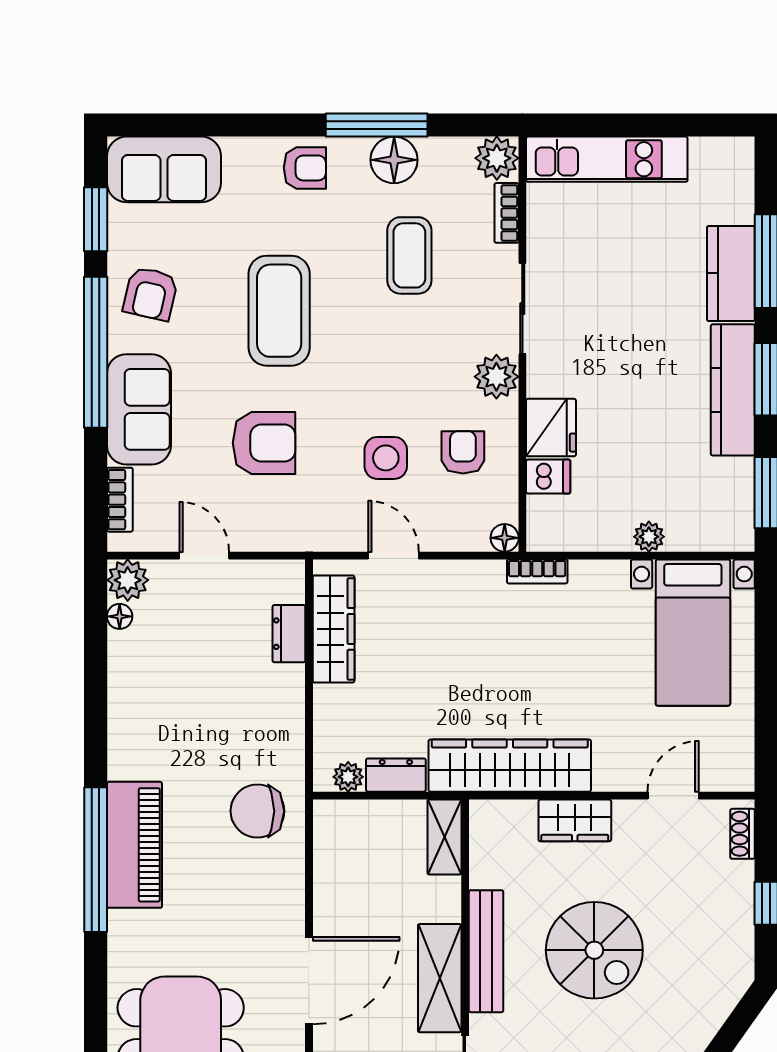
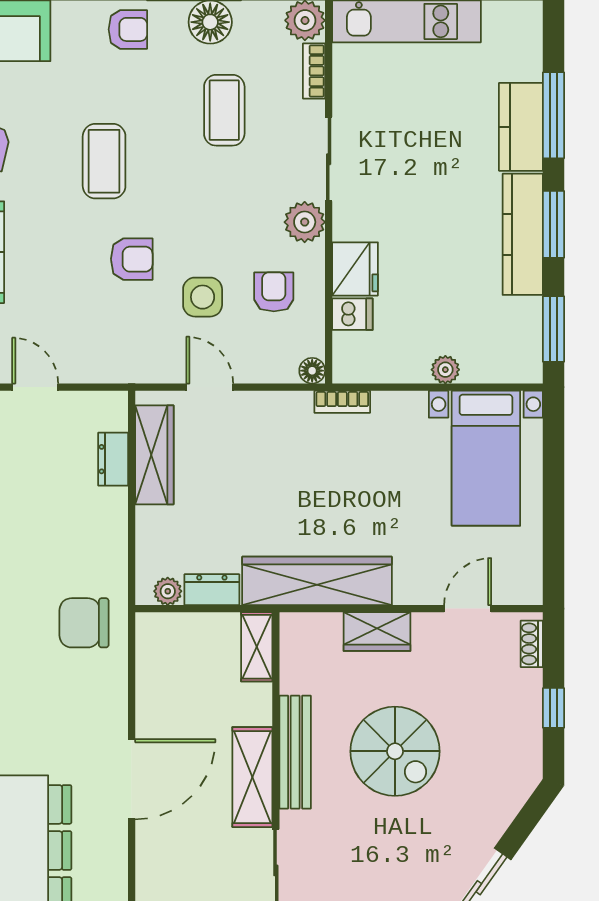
coffee table: (279, 311) -> (104, 161), width x0.73, depth x0.76
armchair: (264, 443) -> (132, 259), moved, width x0.72, depth x0.72

